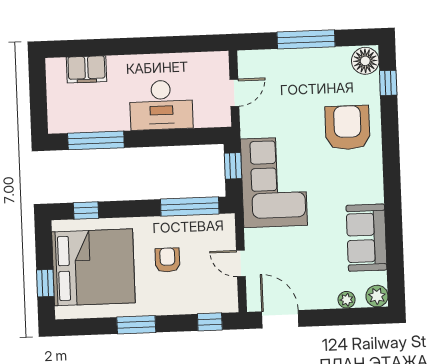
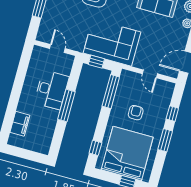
window: (96, 140) -> (66, 106), moved
armchair: (167, 260) -> (136, 113), turned 90
door: (241, 263) -> (150, 74), hinge flipped
window: (210, 322) -> (172, 114), moved

